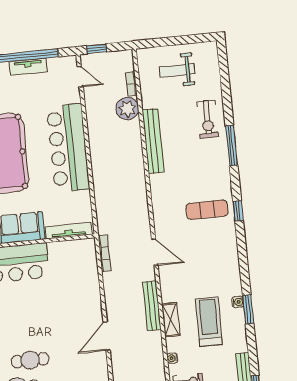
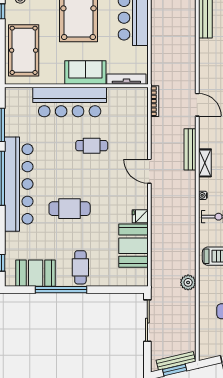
door: (107, 336) -> (149, 171), hinge flipped
cafe table: (30, 360) -> (92, 146), moved

